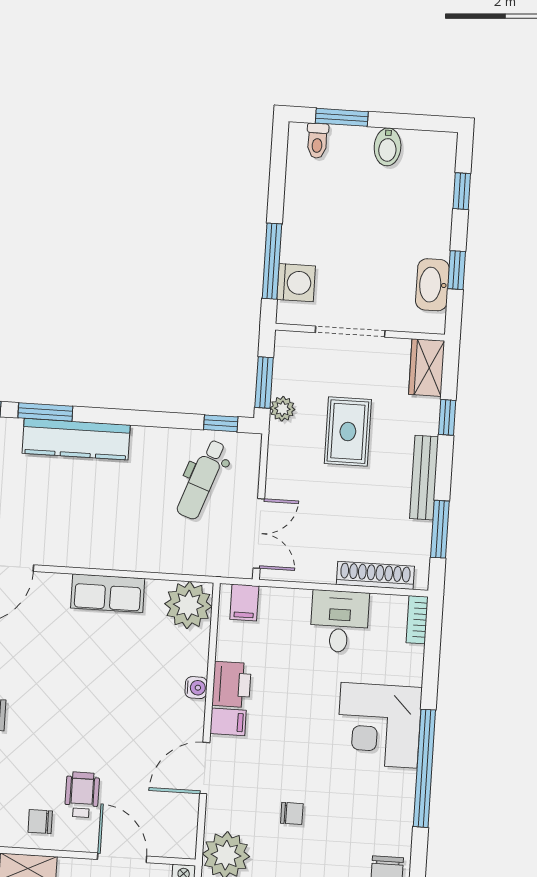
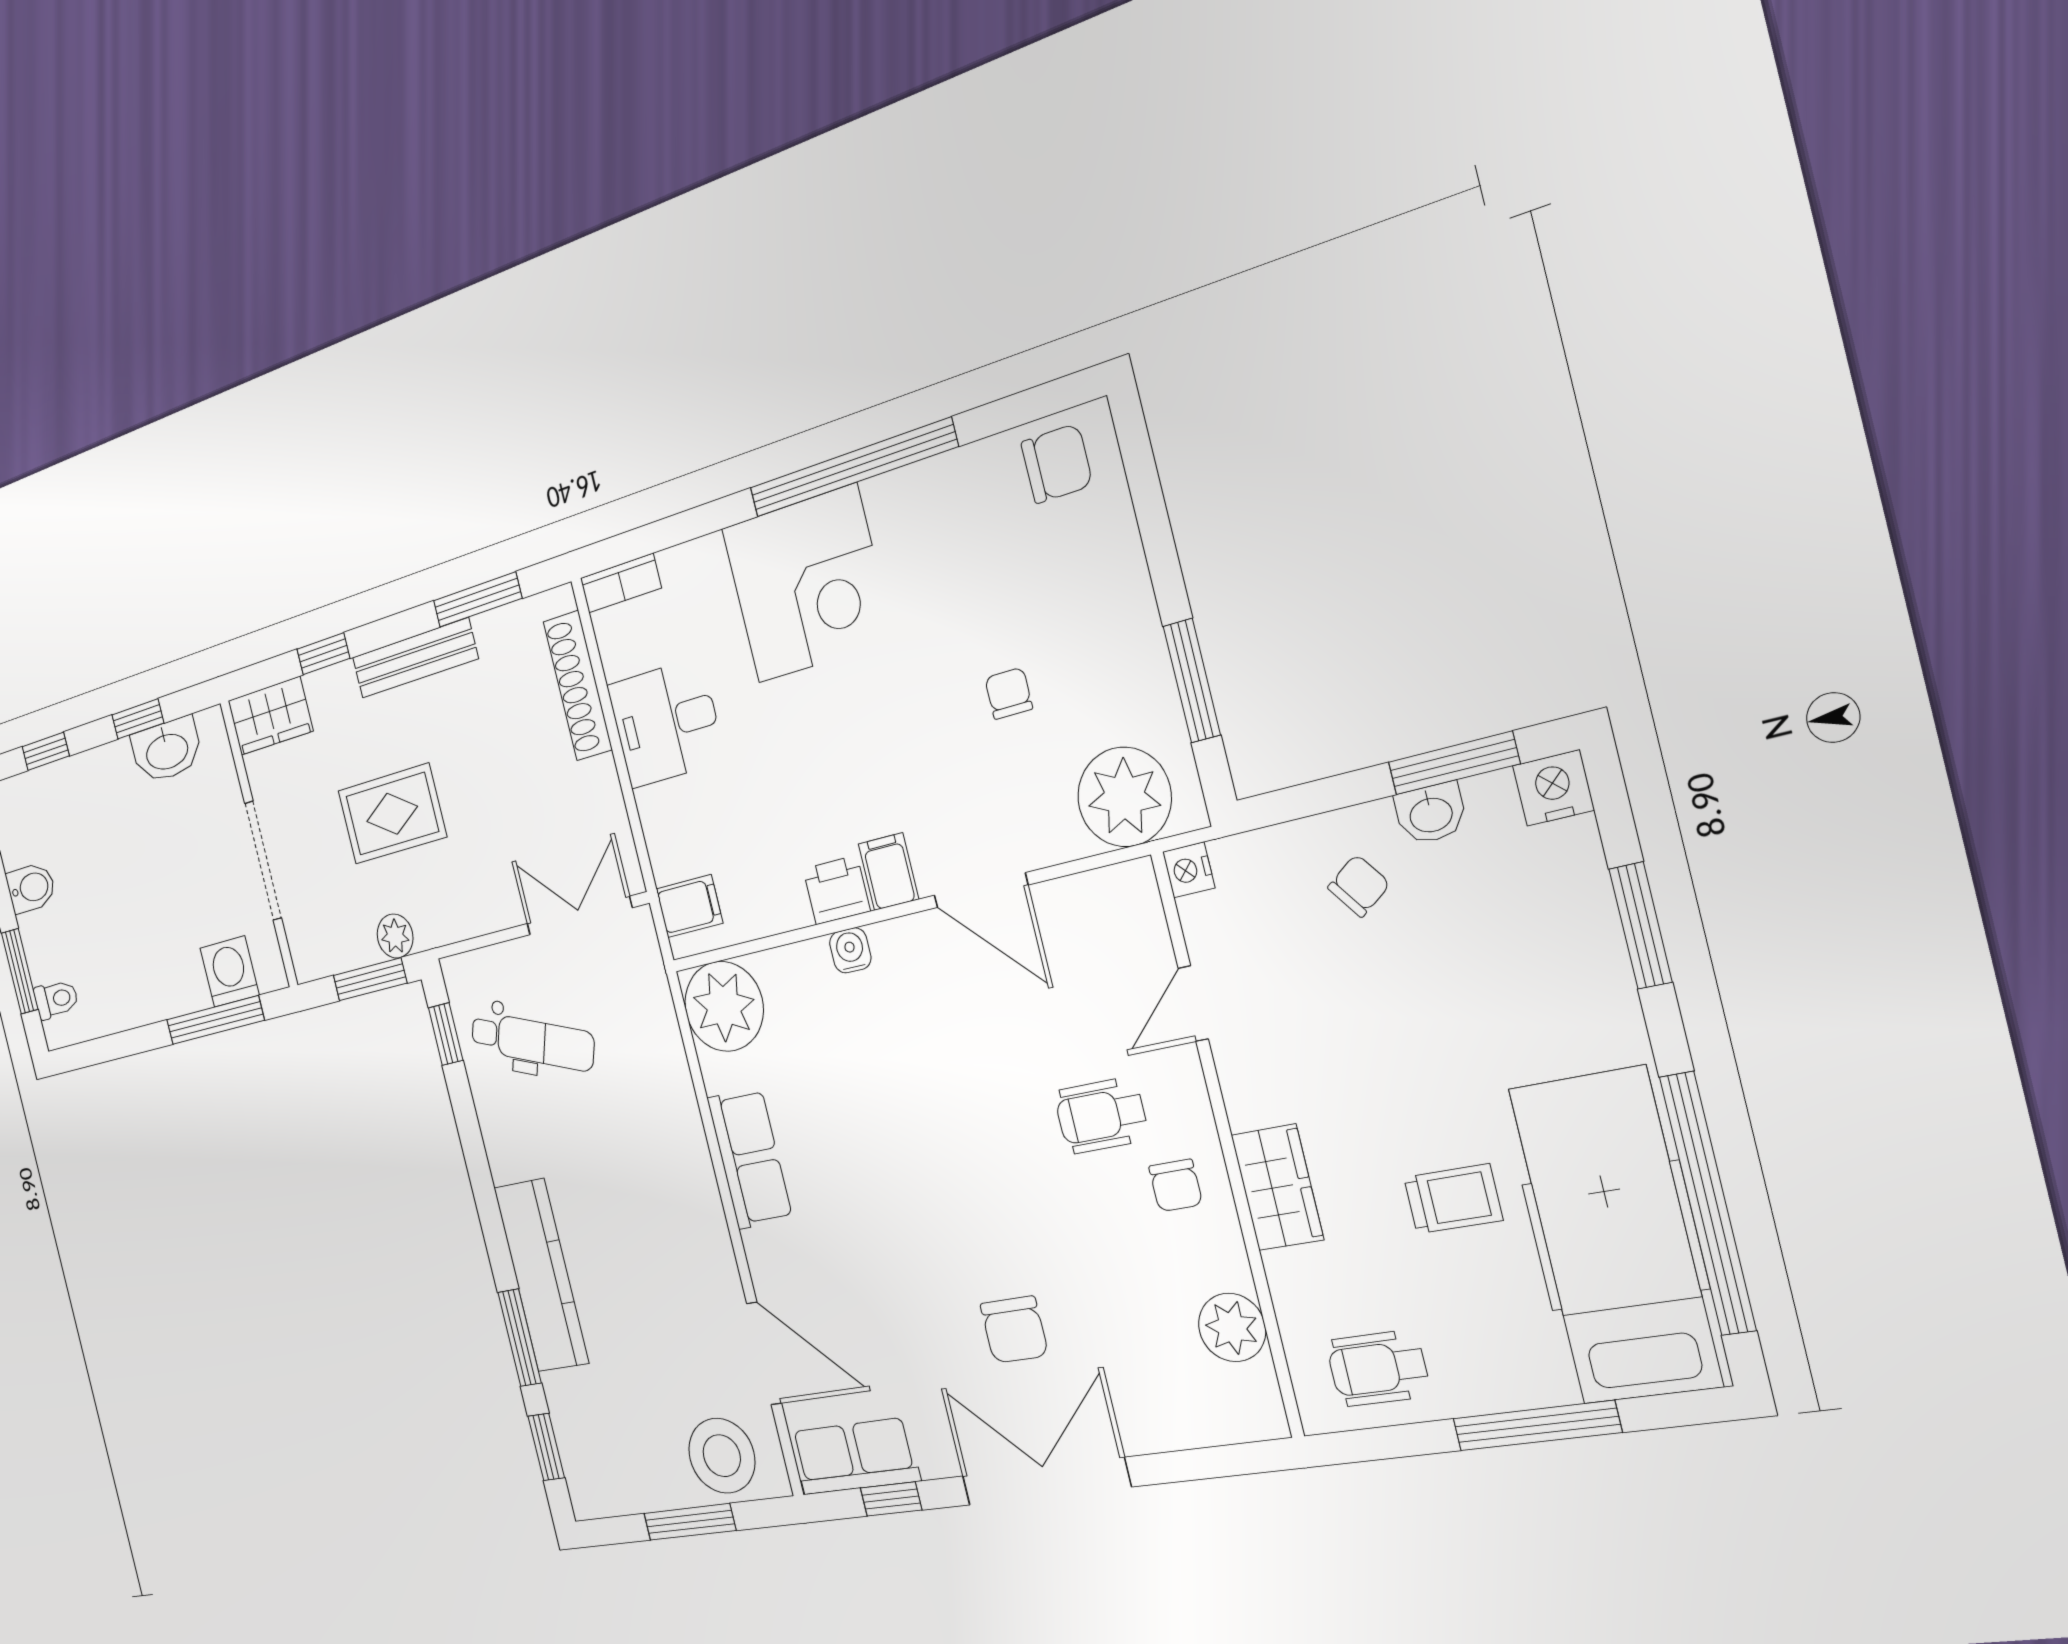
printer: (232, 684) -> (836, 890), width x0.73, depth x0.81
door: (122, 858) -> (1193, 1004), width x0.73

